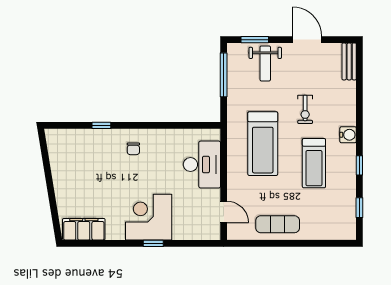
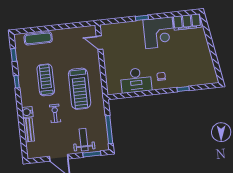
bench: (349, 61) -> (29, 130), moved
water cooler: (348, 135) -> (27, 112), moved
treadmill: (263, 144) -> (80, 89), turned 180
desk: (202, 165) -> (136, 80), moved, turned -90
corner desk: (149, 217) -> (159, 33), moved
exercise mat: (278, 224) -> (38, 38), moved

